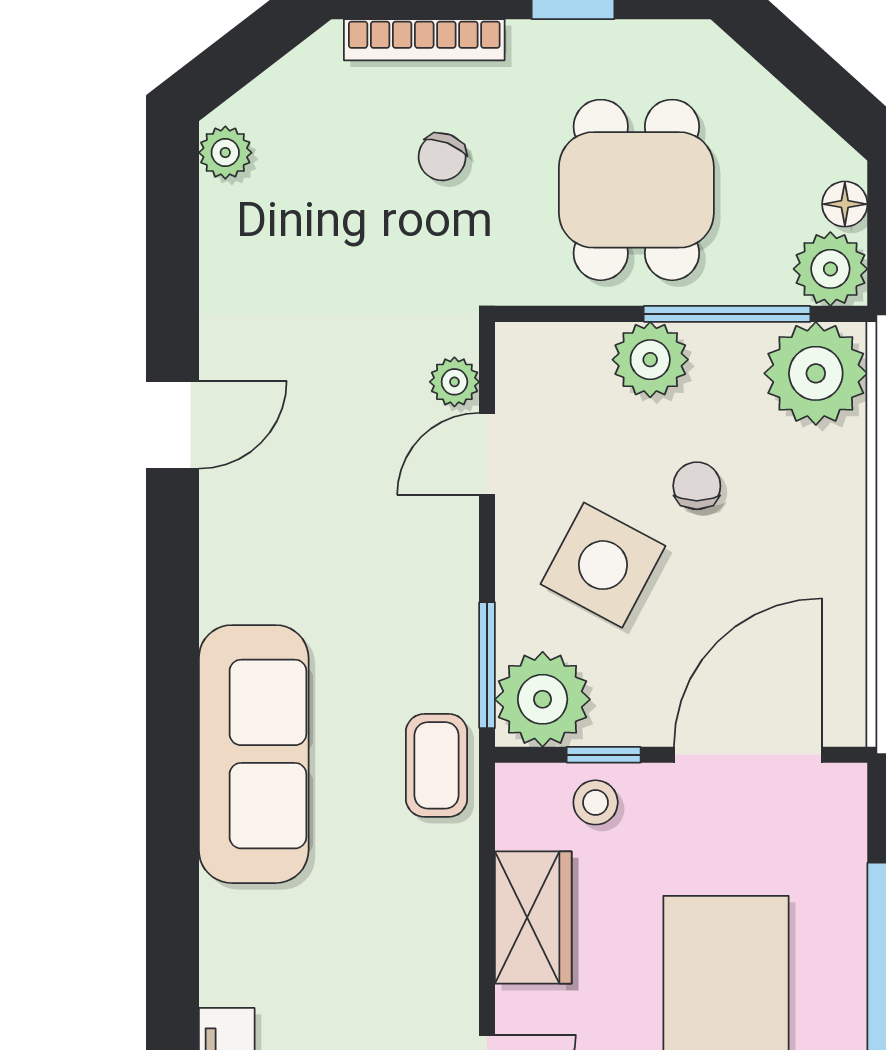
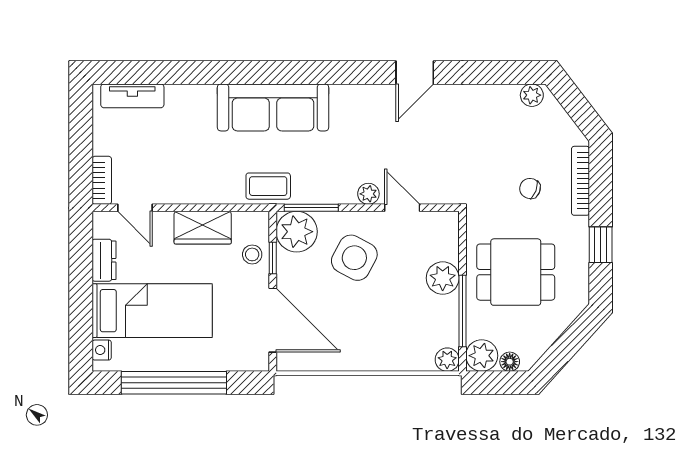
plant: (816, 373) -> (447, 360), width x0.53, depth x0.53
plant: (454, 382) -> (368, 194), moved
door: (173, 425) -> (415, 72), hinge flipped
chair: (697, 486) -> (388, 298), removed

